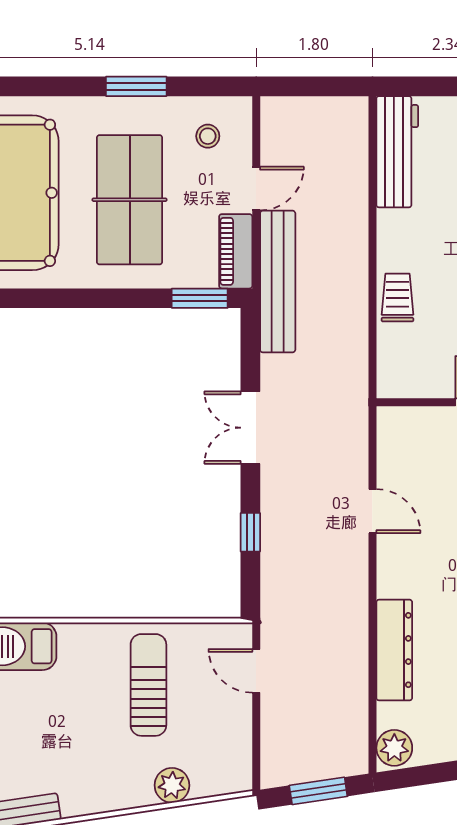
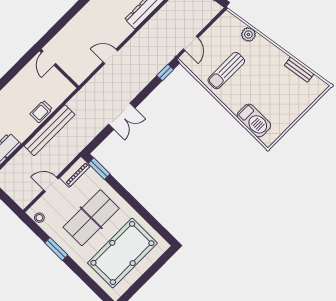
stool: (208, 136) -> (39, 218), moved
bench: (278, 282) -> (50, 130), moved
door: (372, 511) -> (110, 56), hinge flipped
window: (250, 532) -> (165, 73), moved

